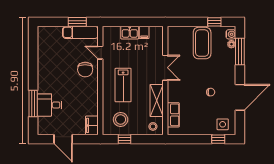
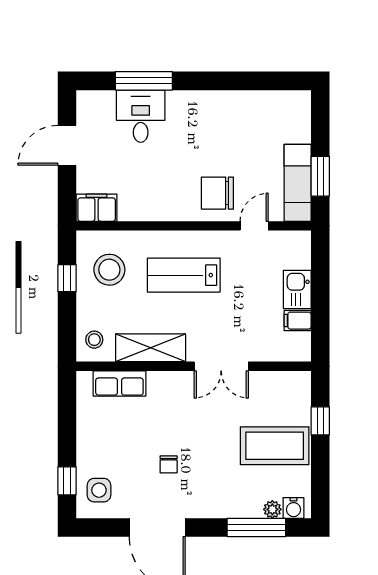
window: (214, 22) -> (320, 421), moved

